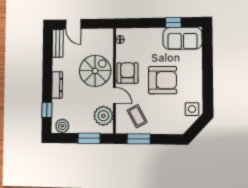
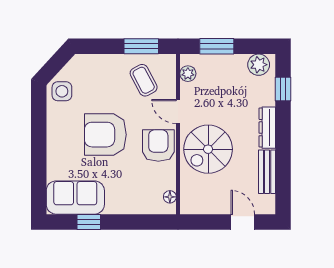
bench: (58, 43) -> (267, 172), moved
armchair: (127, 73) -> (158, 146), turned 180
plant: (103, 116) -> (188, 74), width x0.53, depth x0.53

